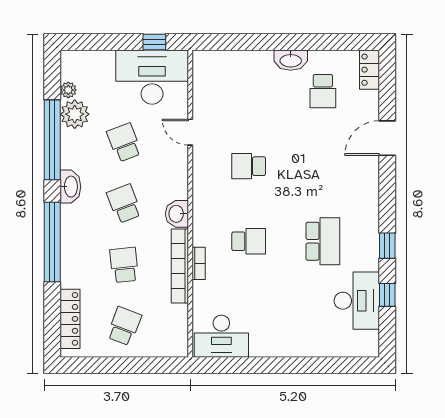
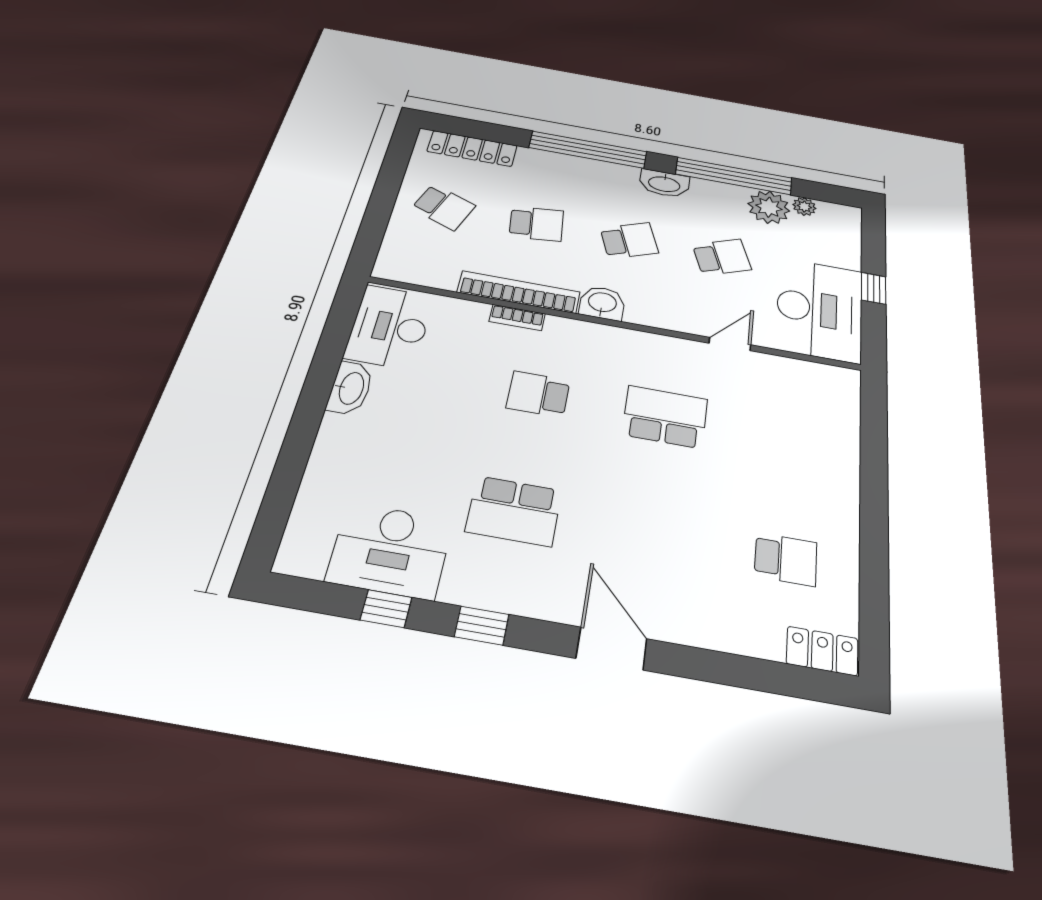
window: (154, 42) -> (874, 288), moved
washbasin: (291, 60) -> (350, 388), moved, turned 180
school desk: (323, 91) -> (786, 559), turned 180
door: (387, 138) -> (612, 649), moved
school desk: (249, 166) -> (665, 417), width x1.85
school desk: (249, 241) -> (538, 394), turned 90

